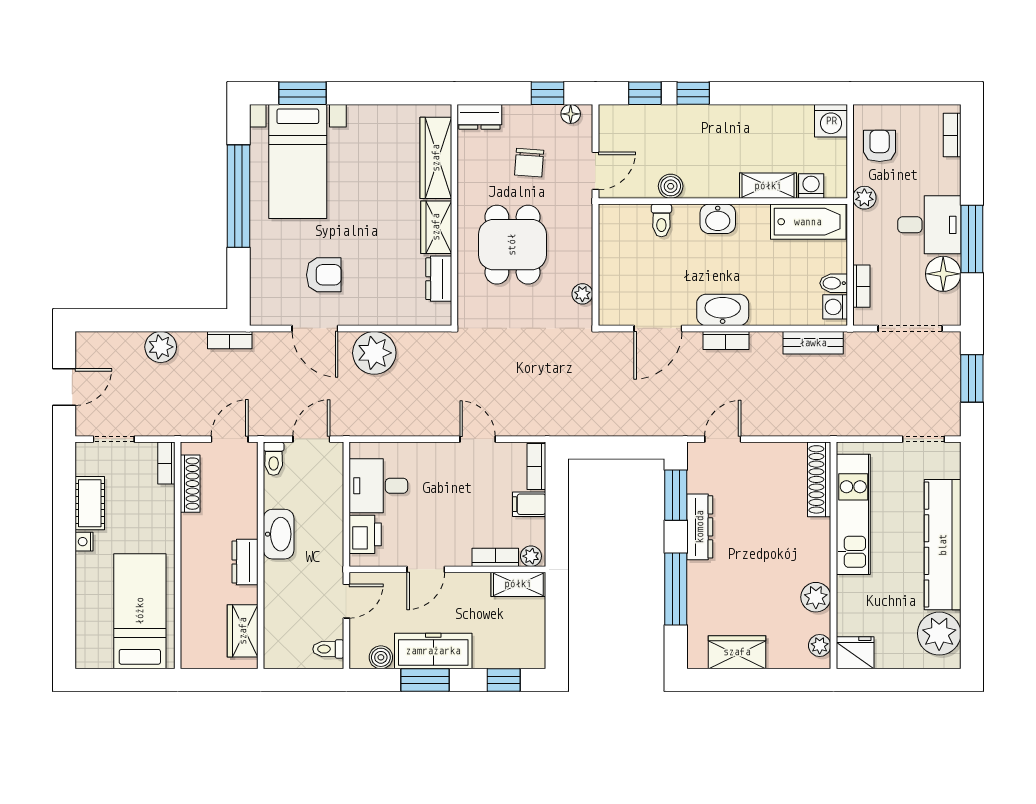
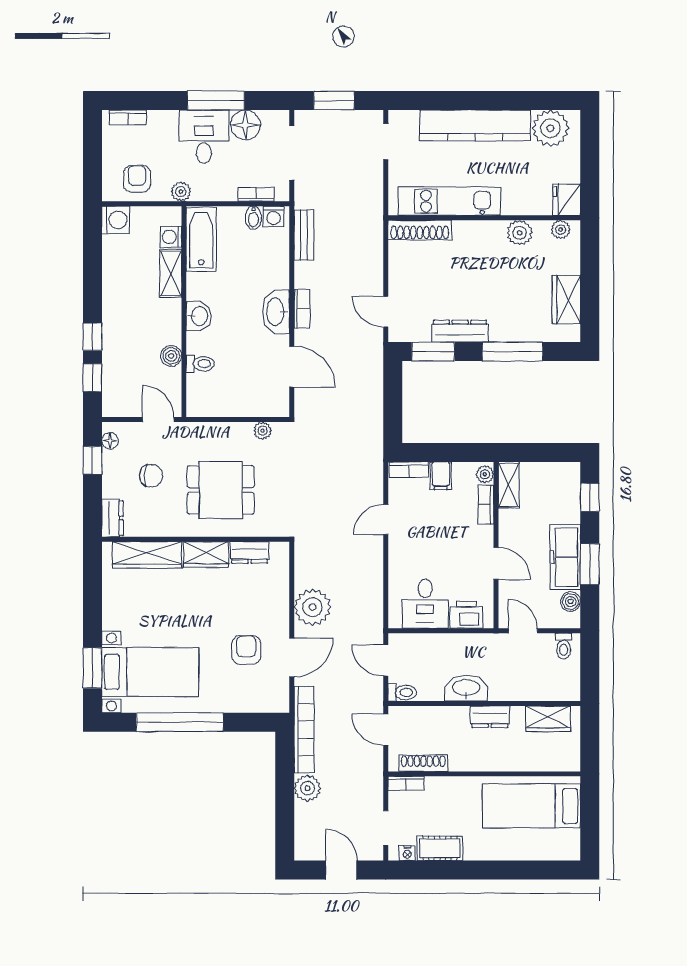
armchair: (880, 146) -> (137, 179), turned 90
bookcase: (230, 340) -> (304, 730), width x2.31, depth x1.31
nightstand: (84, 542) -> (407, 853), moved

